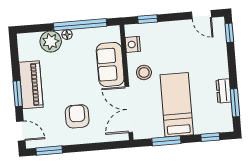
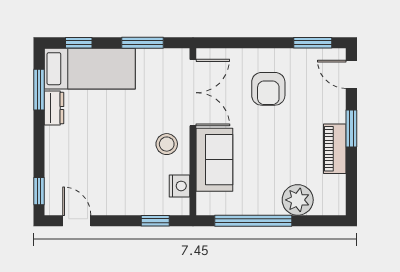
floor lamp: (67, 35) -> (273, 208), removed
piano: (31, 85) -> (335, 149), width x0.73, depth x0.75
bed: (177, 105) -> (90, 69), moved, turned -90

